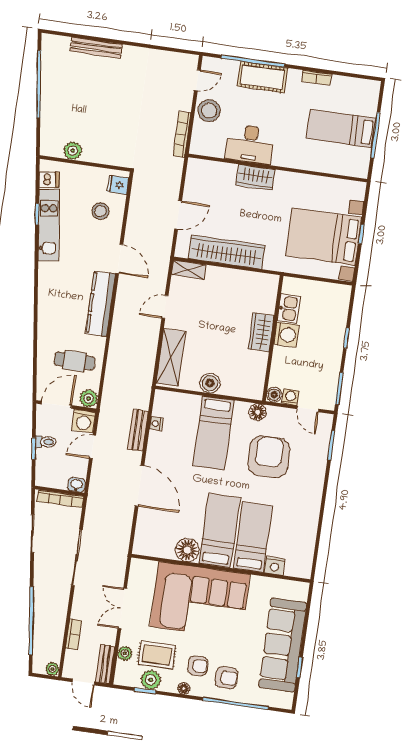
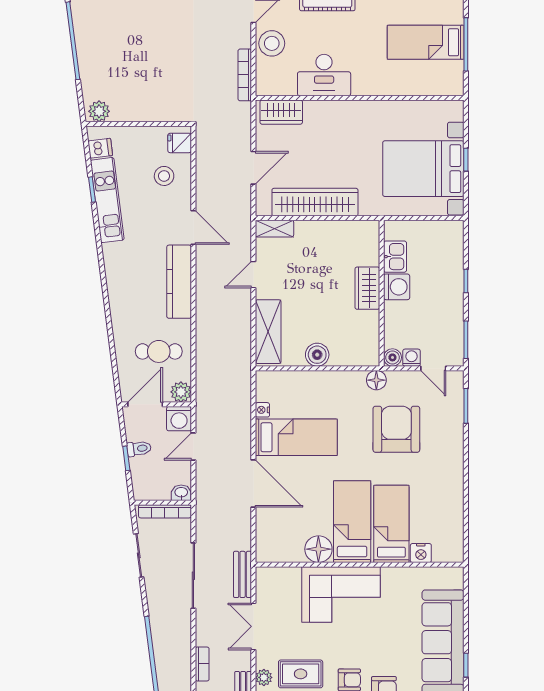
plant: (73, 151) -> (99, 111), moved
wardrobe: (255, 177) -> (281, 112), moved
bench: (138, 430) -> (243, 574), moved
bed: (214, 433) -> (296, 437), moved, turned -90
corner sofa: (200, 600) -> (341, 595), width x0.73, depth x0.74

